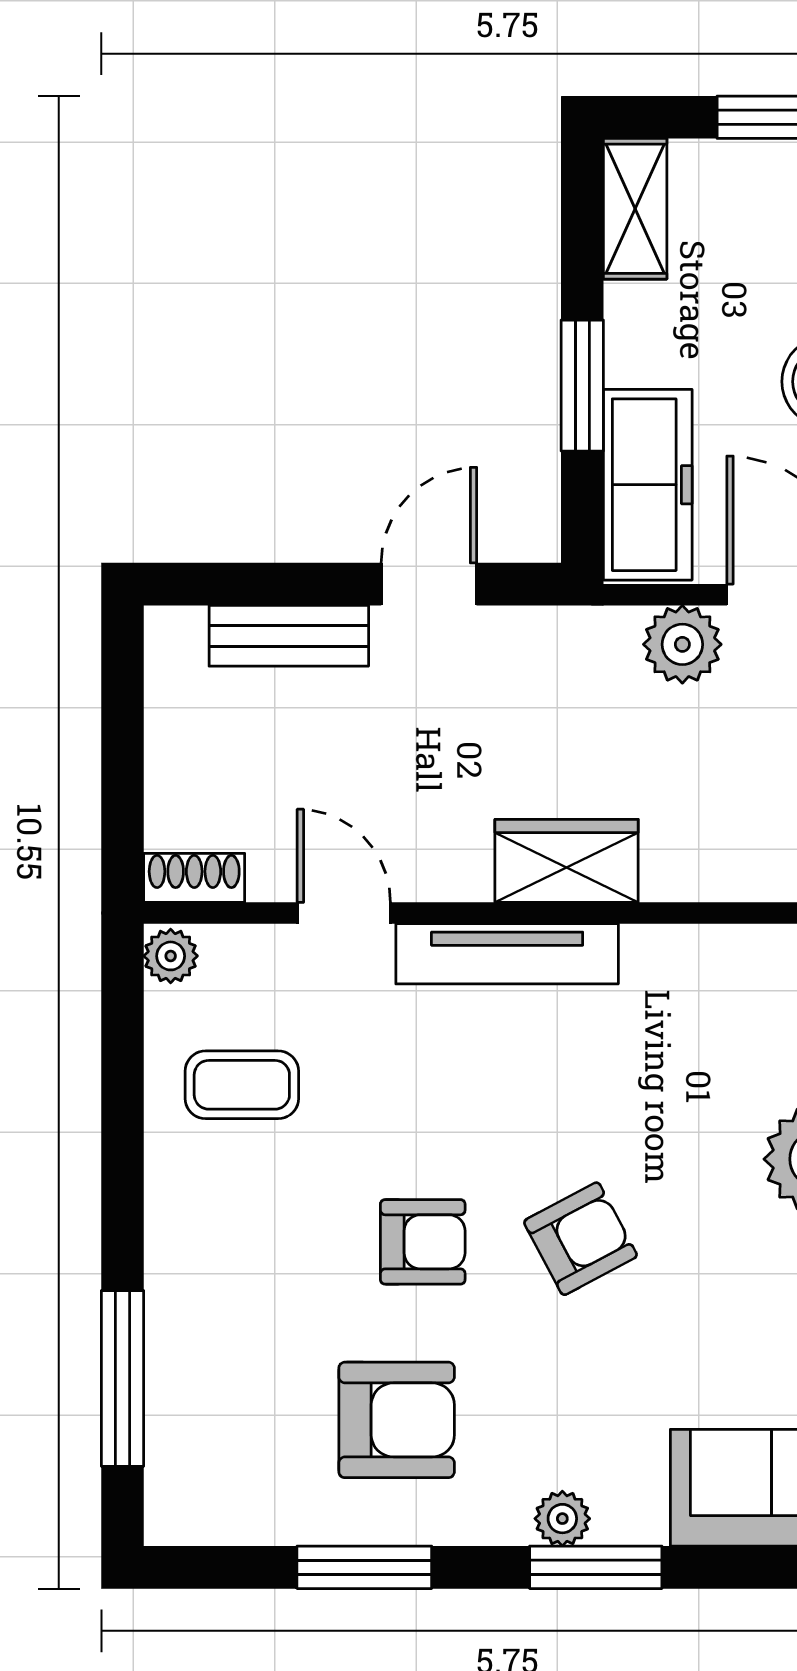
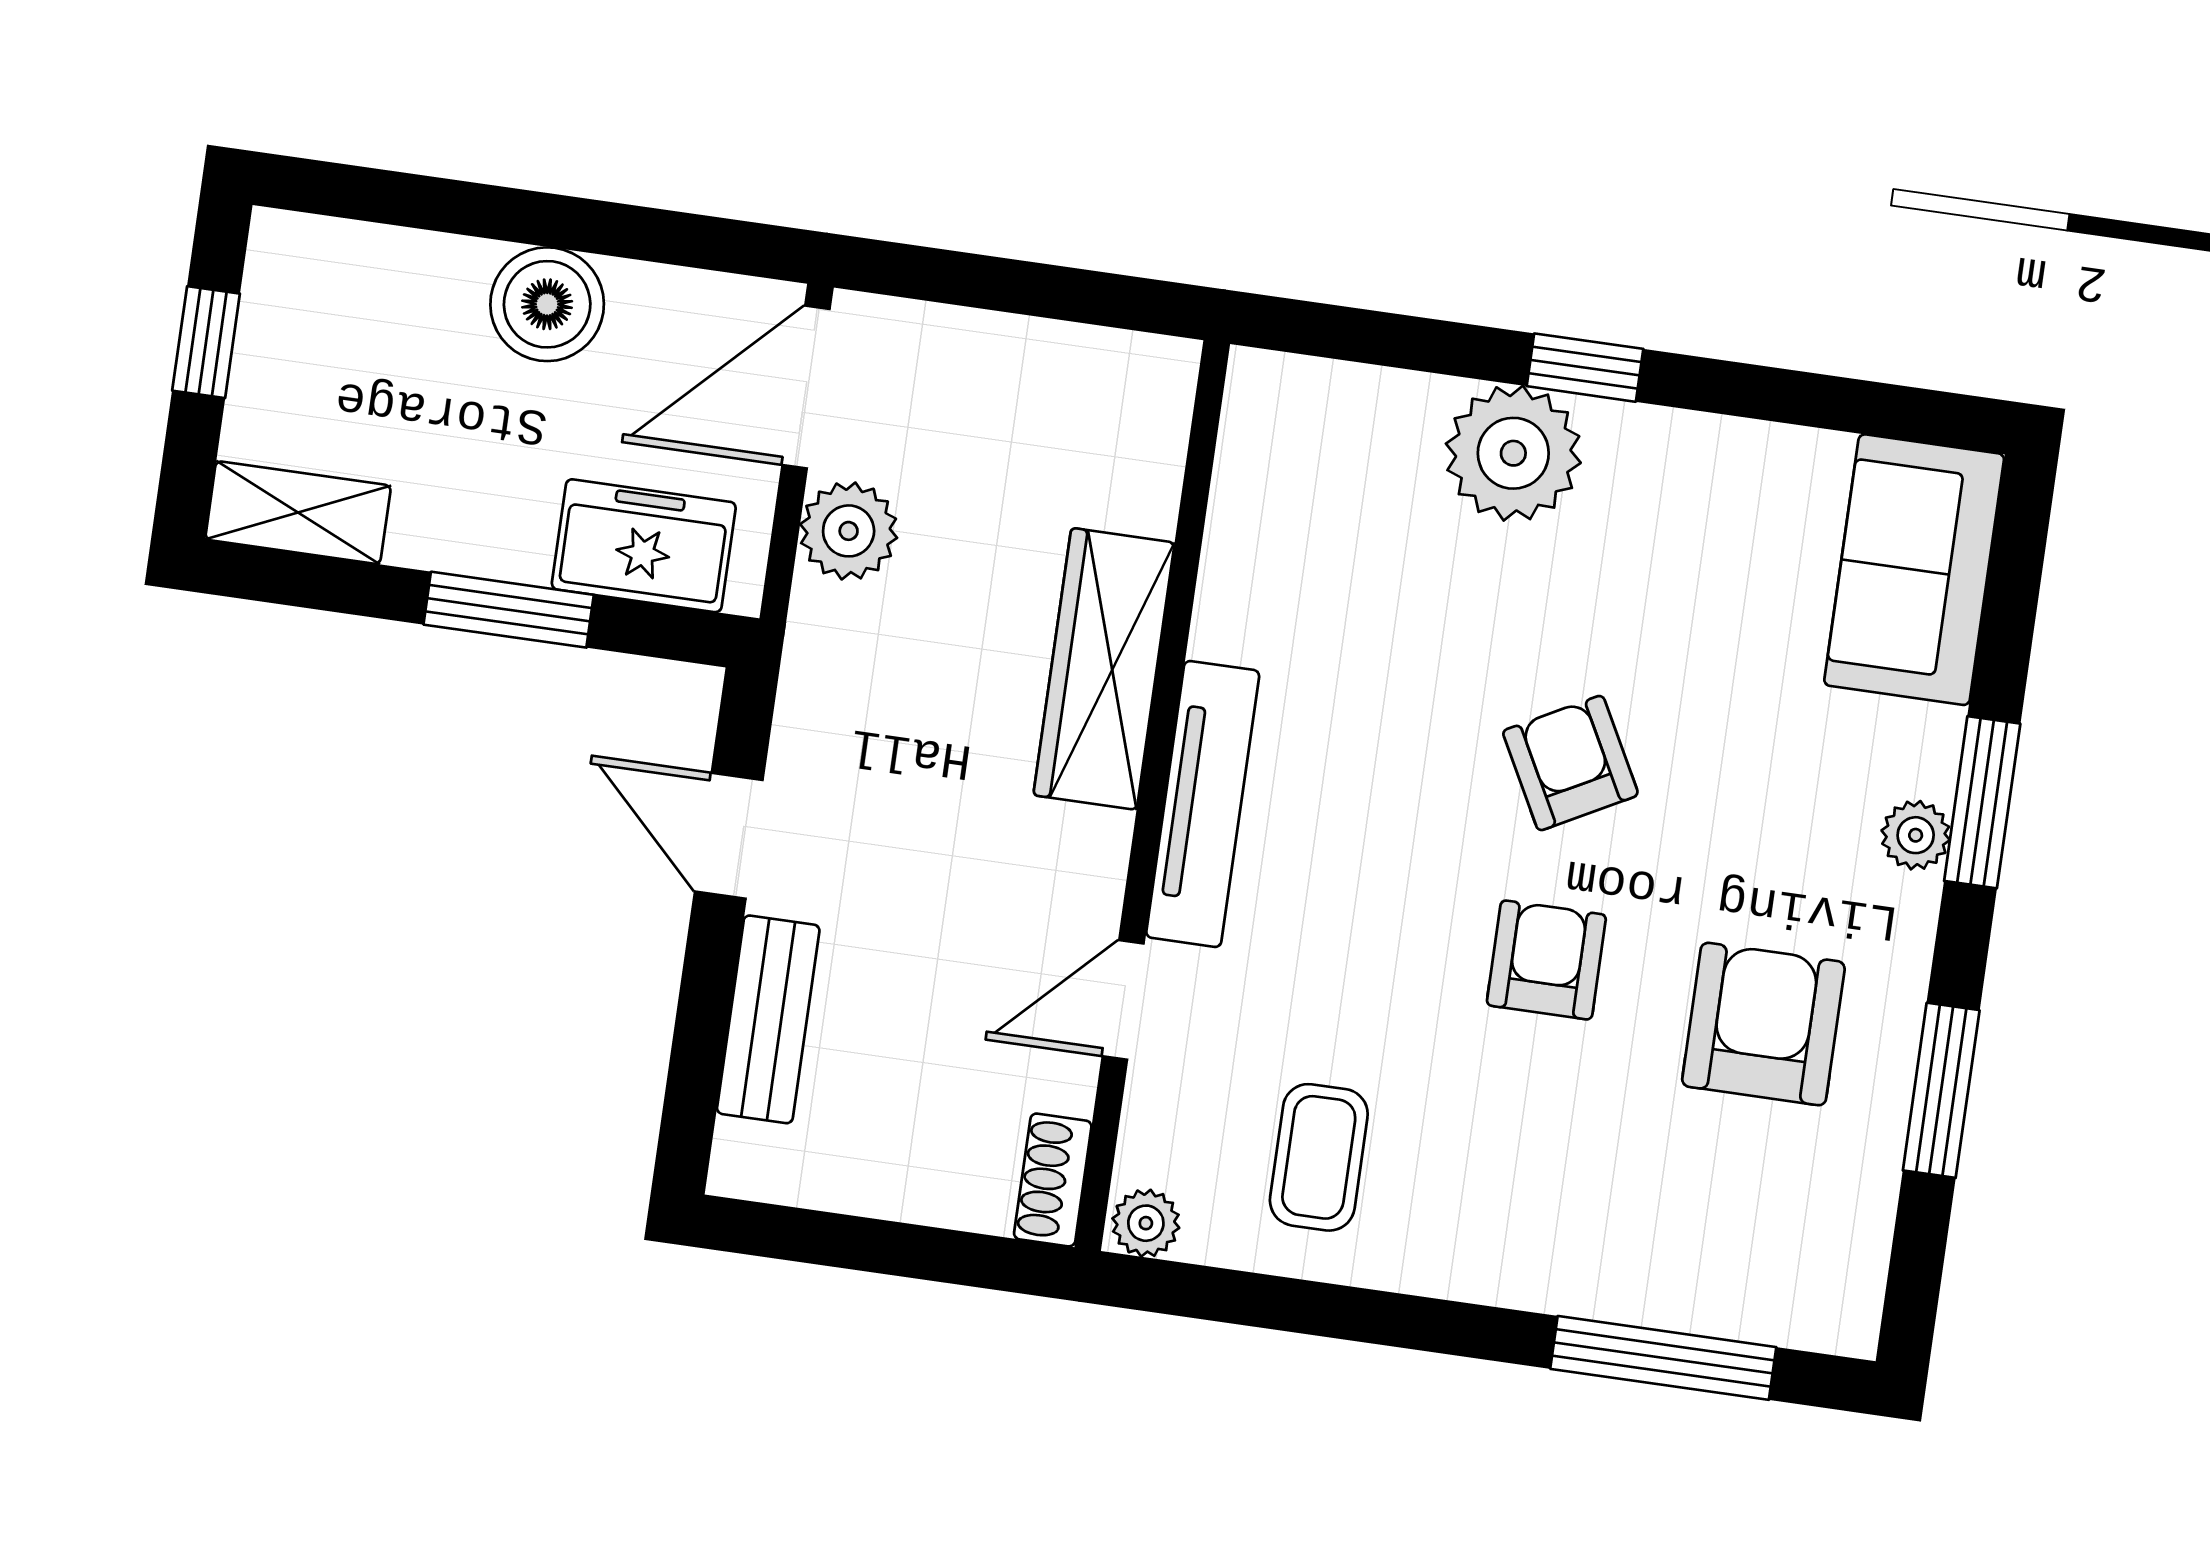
freezer: (648, 485) -> (644, 546), width x0.71
wardrobe: (567, 861) -> (1104, 669), width x1.50

